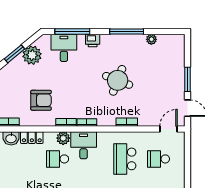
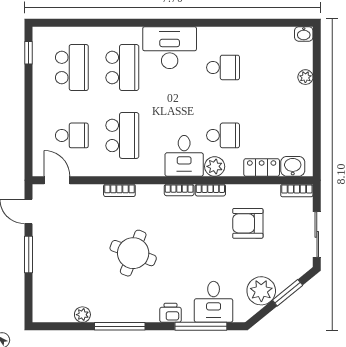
door: (168, 129) -> (57, 180), swing flipped

